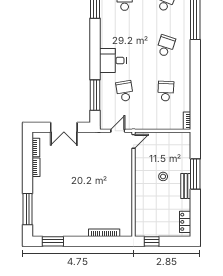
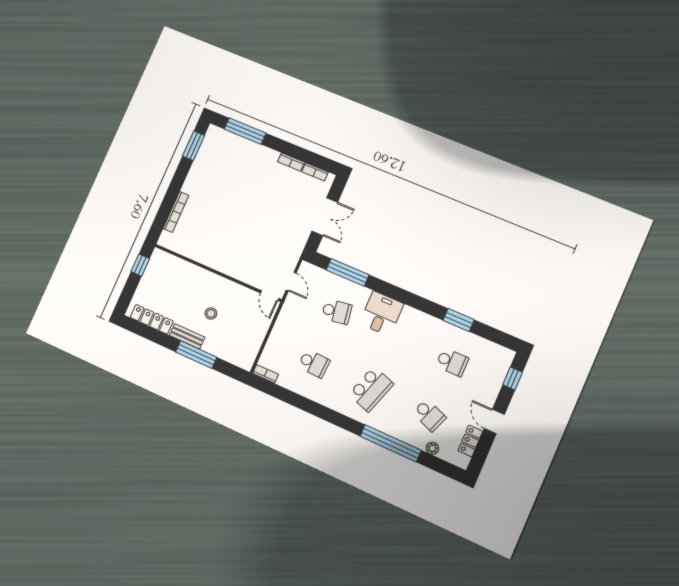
school desk: (166, 46) -> (371, 389), width x1.85
double door: (64, 127) -> (325, 217), swing flipped
locker: (185, 222) -> (152, 319), width x1.53

